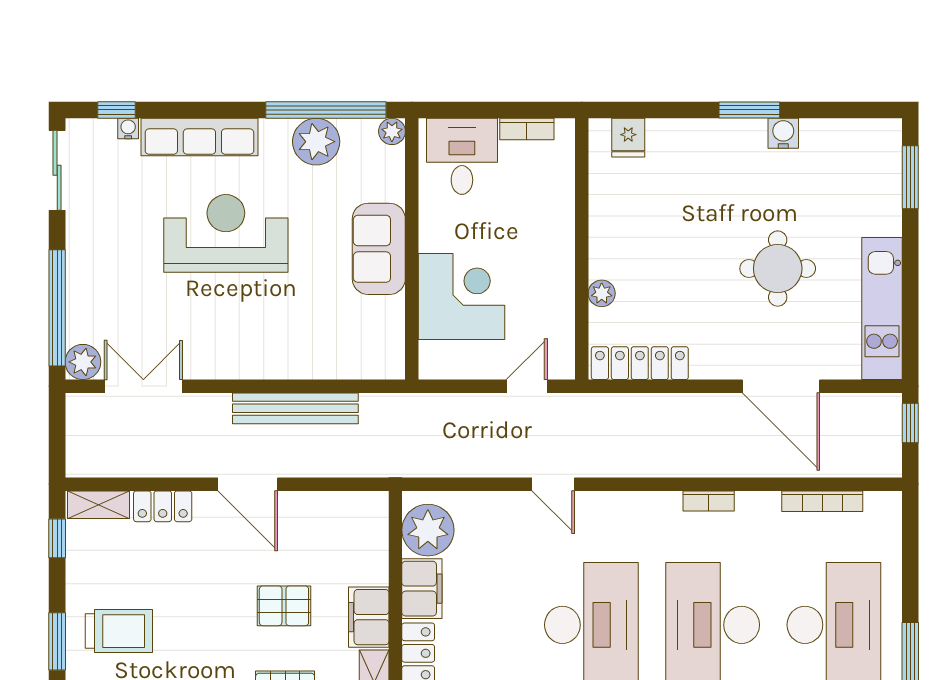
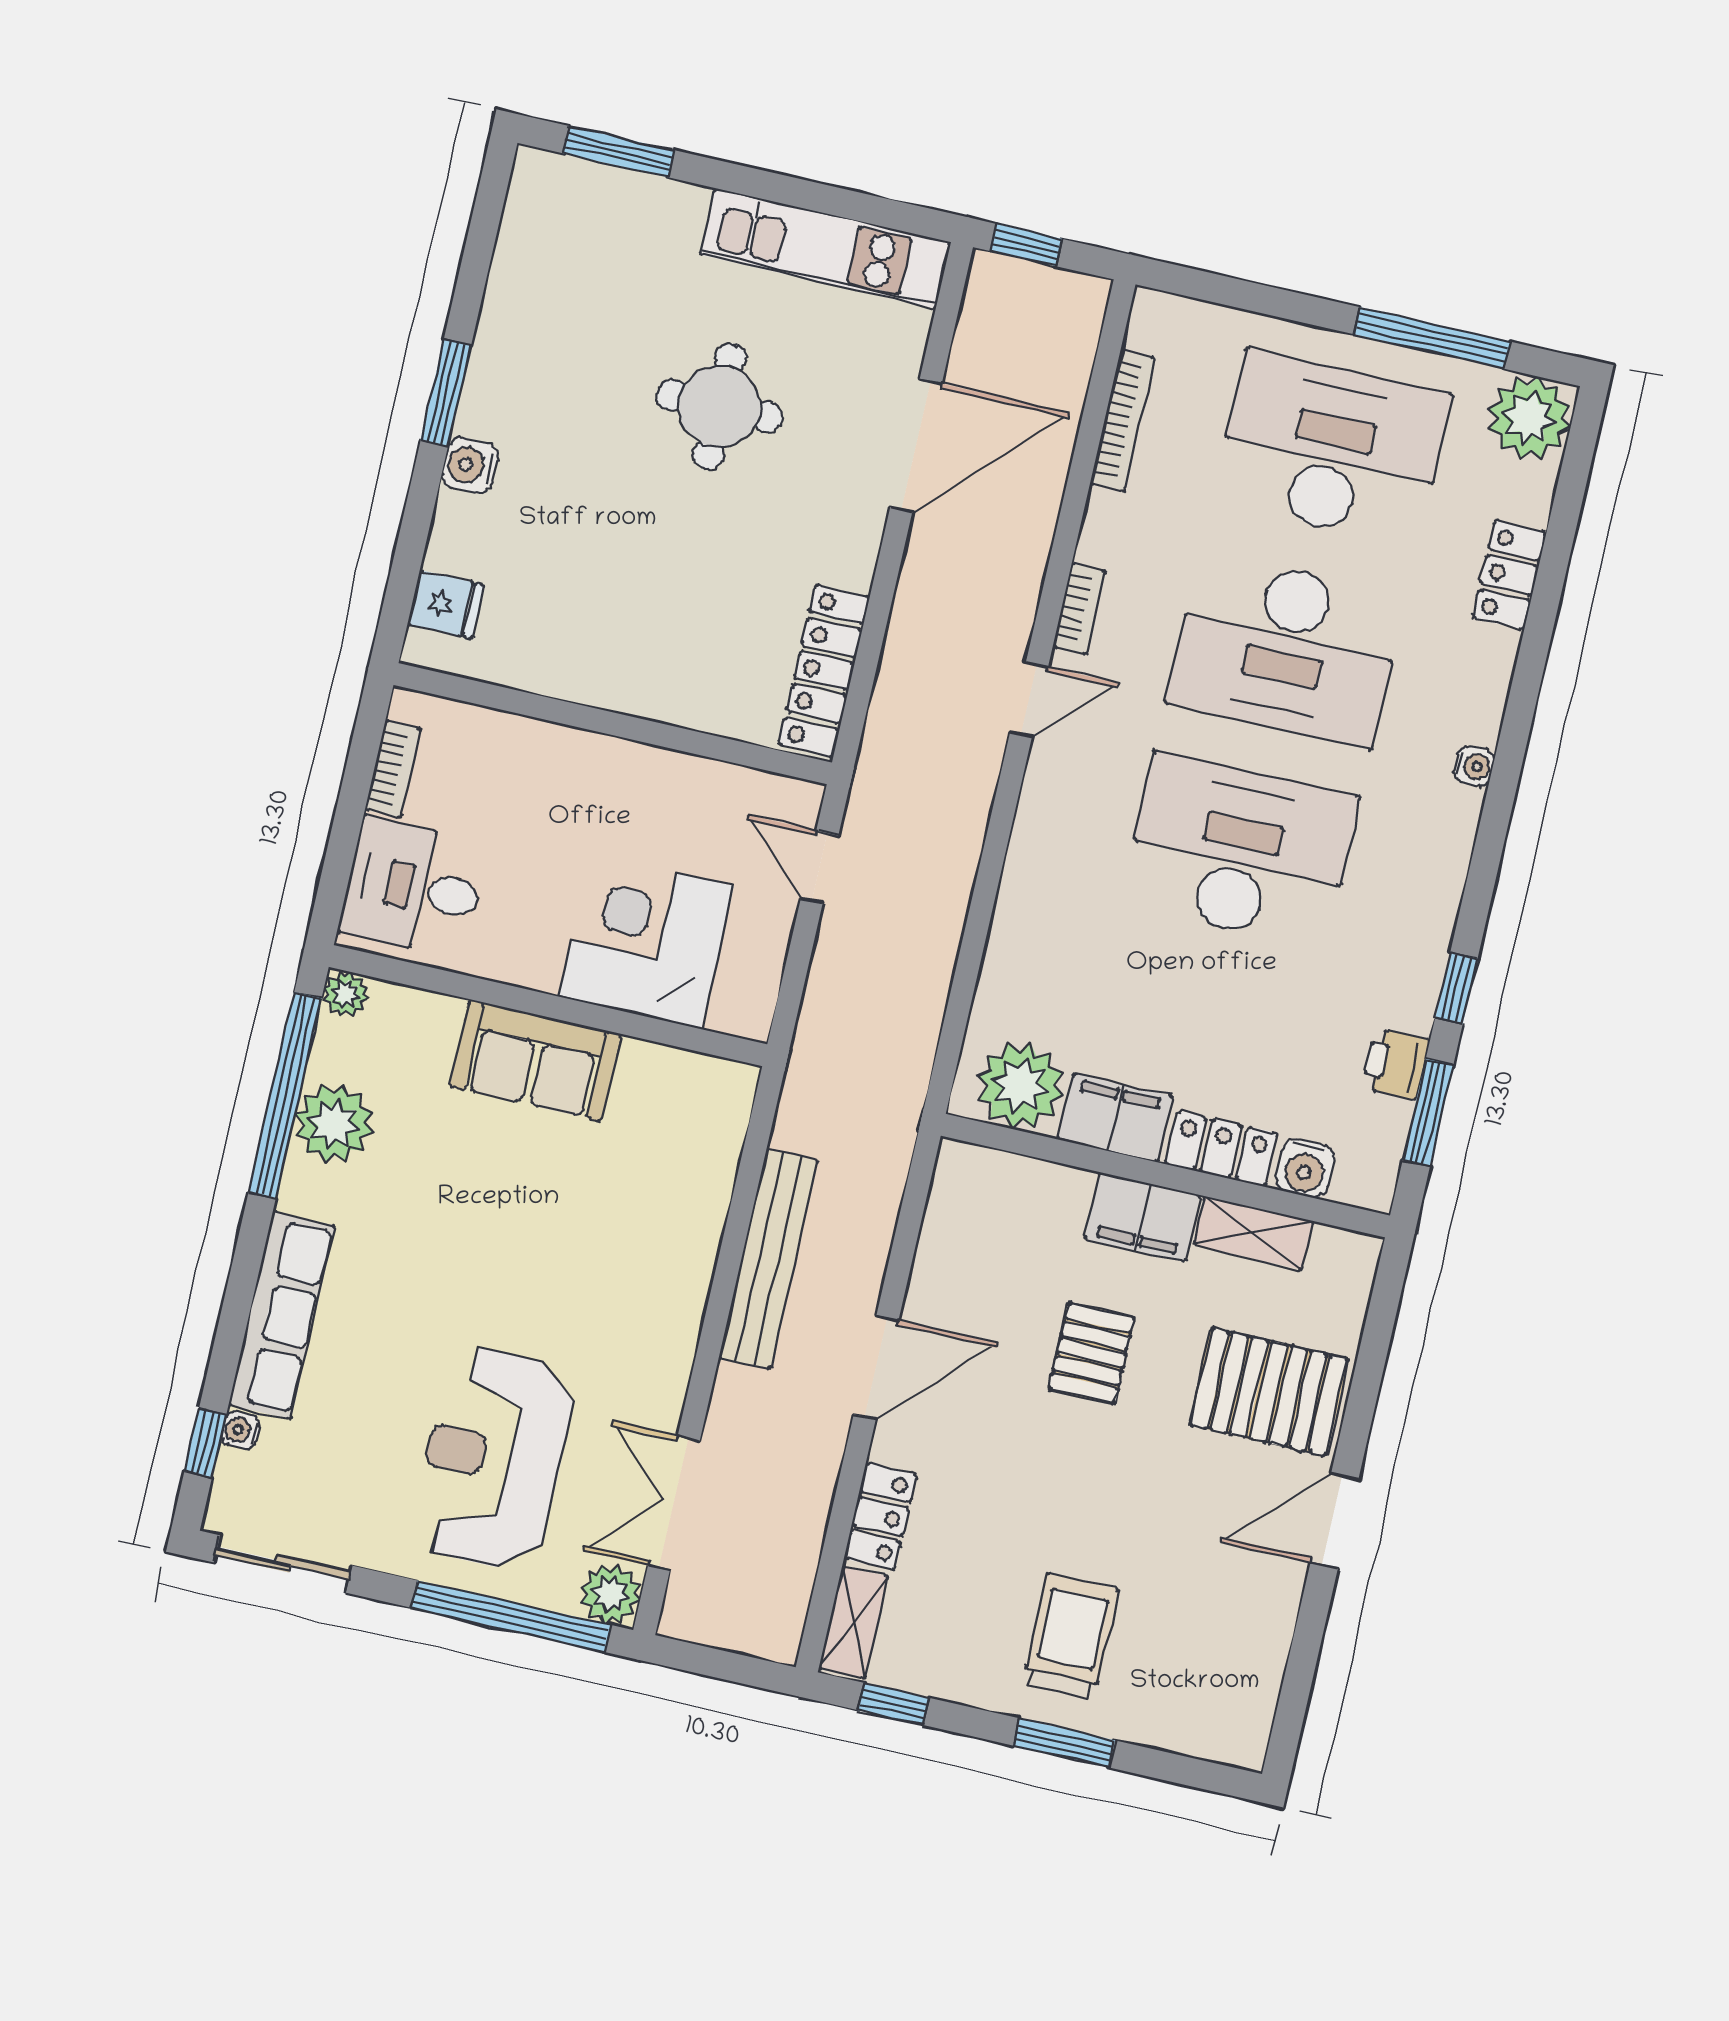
water cooler: (783, 133) -> (470, 465), moved
reception desk: (226, 233) -> (494, 1458), moved
plant: (602, 293) -> (694, 708), removed
door: (553, 484) -> (1029, 700), moved

